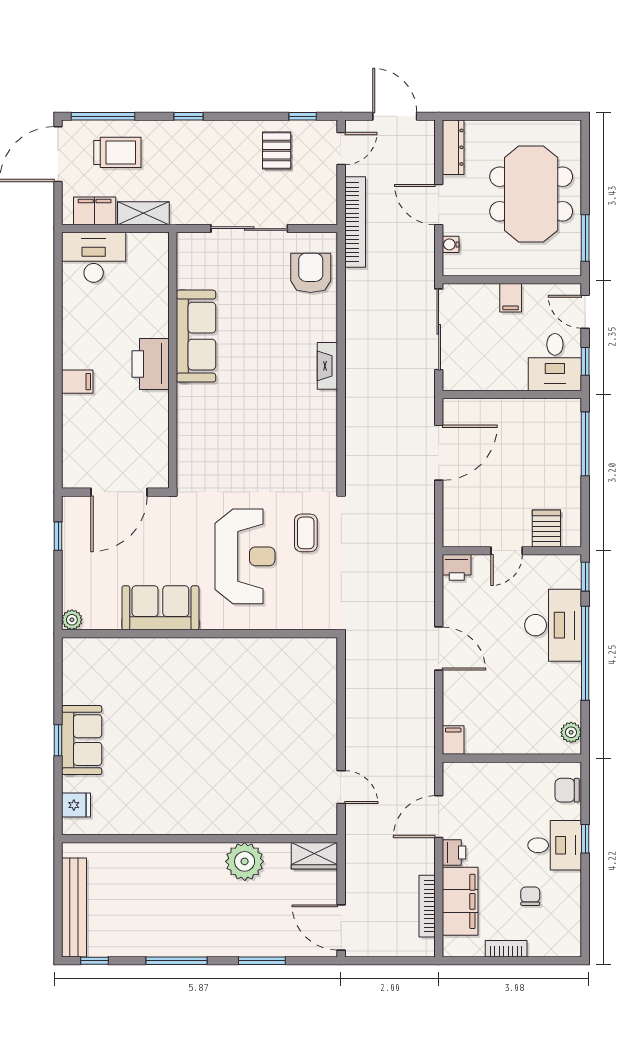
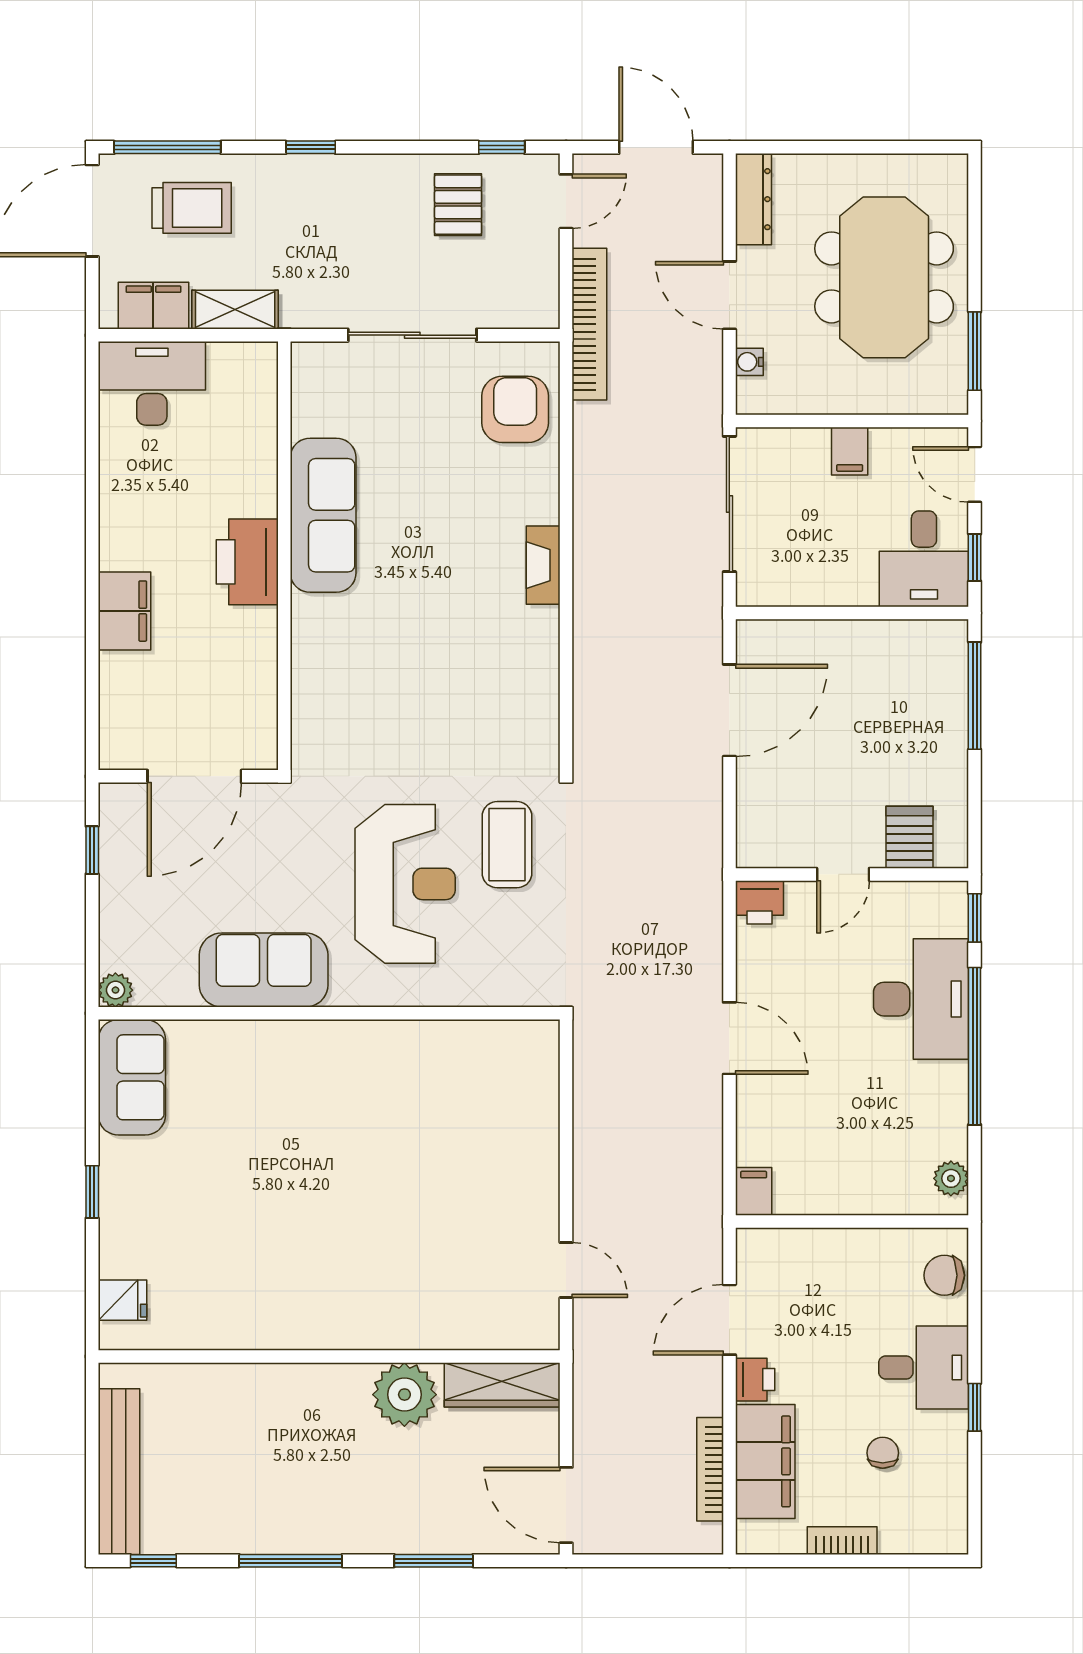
filing cabinet: (77, 382) -> (124, 611), width x2.00
coffee table: (306, 533) -> (507, 845), width x1.36, depth x1.30
sofa: (82, 740) -> (132, 1077), moved
window: (585, 839) -> (975, 1407), moved
wardrobe: (314, 856) -> (502, 1385), width x1.50

